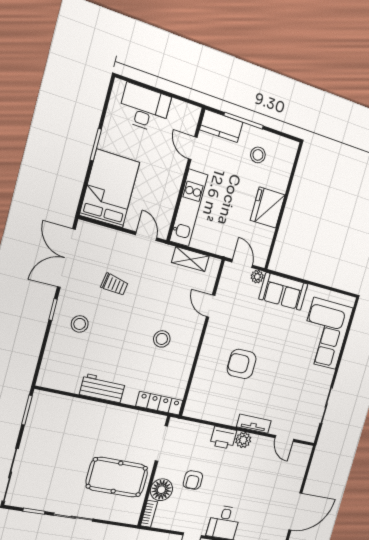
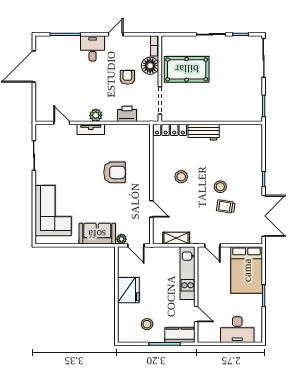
stool: (80, 324) -> (220, 187), moved
workbench: (103, 388) -> (204, 132), moved
printer: (223, 438) -> (127, 114), moved

